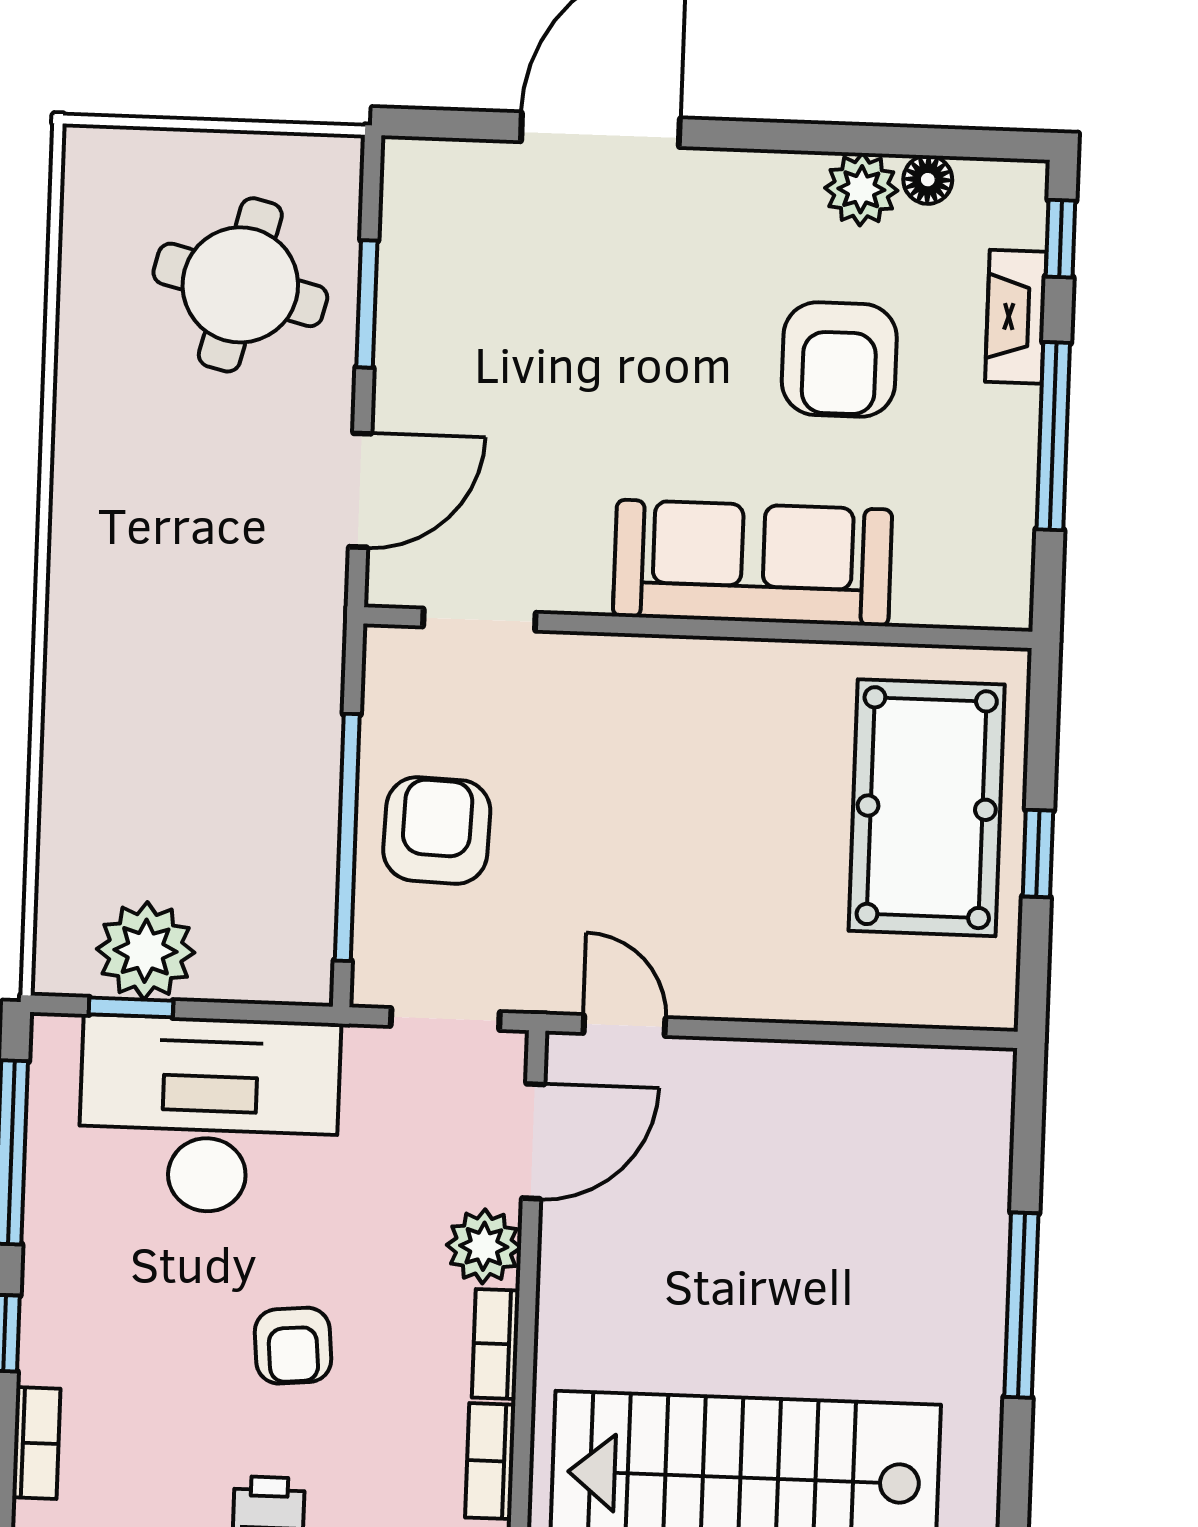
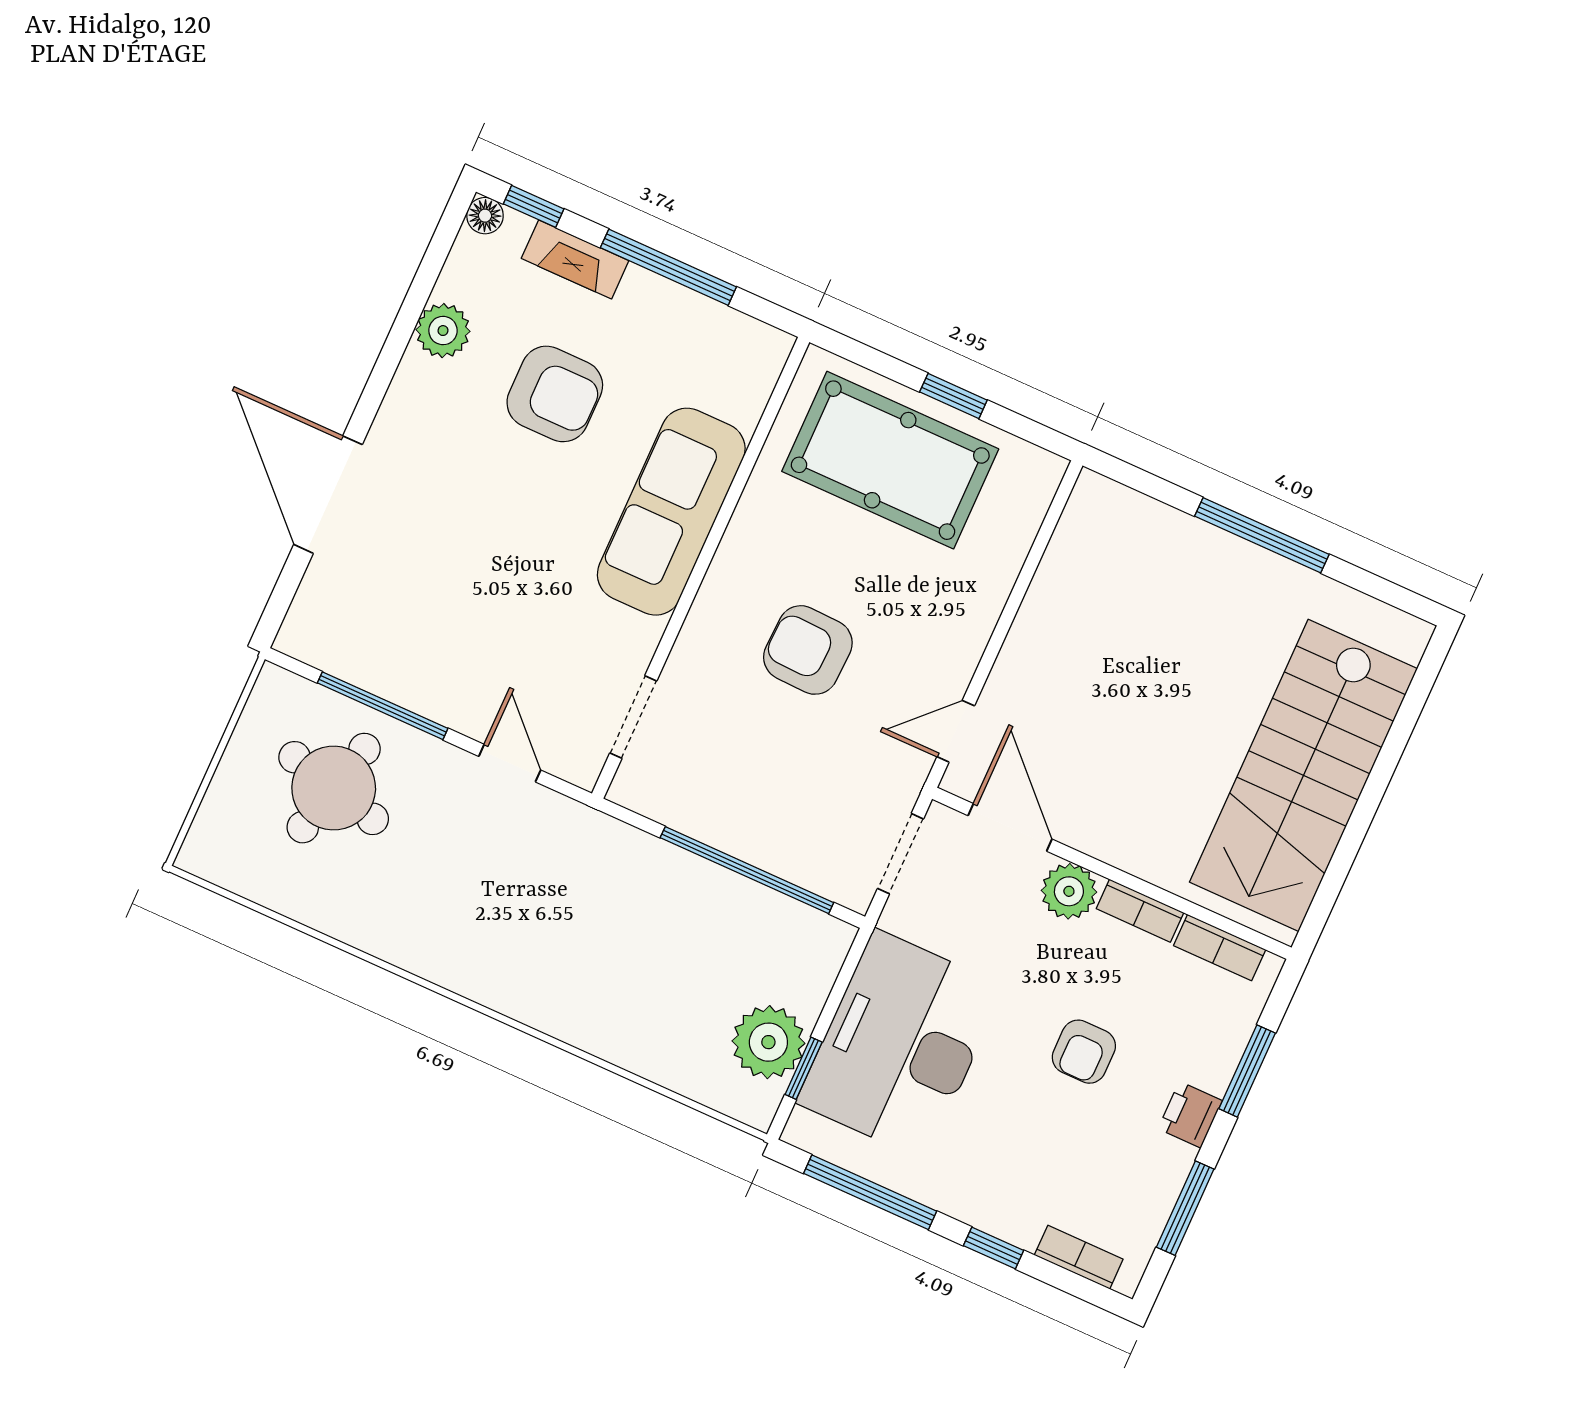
floor lamp: (928, 180) -> (485, 216), moved
window: (367, 304) -> (383, 706), width x1.44
door: (360, 490) -> (510, 763), width x0.73
armchair: (437, 830) -> (808, 650), moved
armchair: (293, 1346) -> (1084, 1052), turned 95

